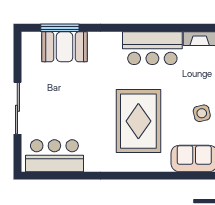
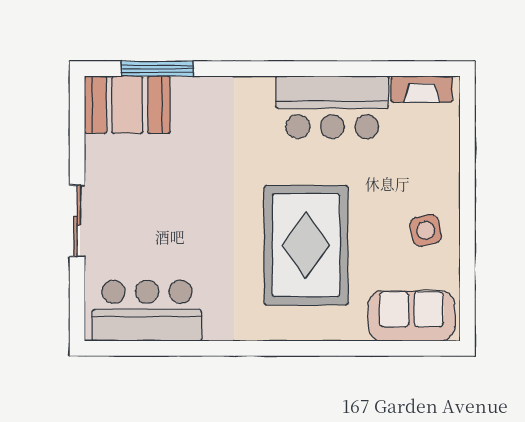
booth: (65, 47) -> (127, 105), moved
sliding door: (17, 108) -> (77, 221), width x0.73

